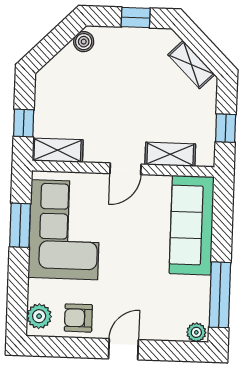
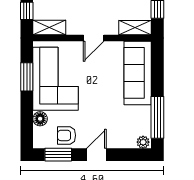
shelving: (170, 154) -> (135, 28), moved
floor lamp: (38, 291) -> (40, 119), added
plant: (39, 316) -> (41, 135), removed
window: (65, 347) -> (58, 155), added

